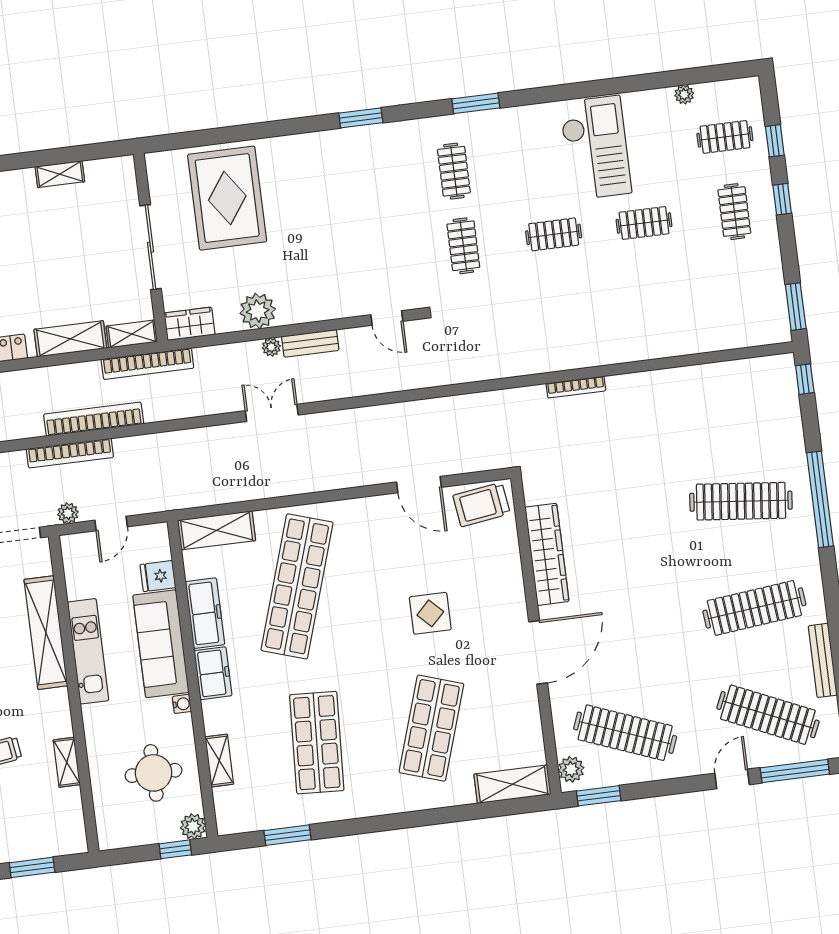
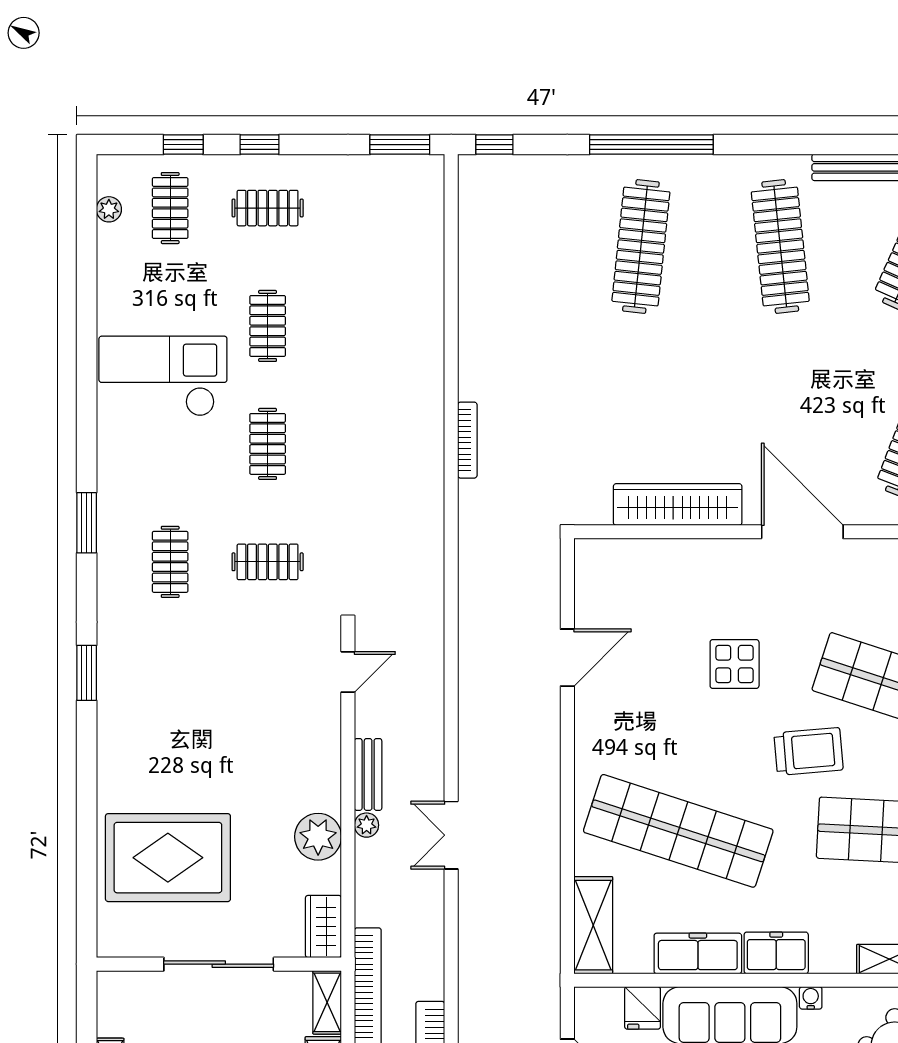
plant: (684, 94) -> (109, 209), moved
clothes rail: (454, 171) -> (170, 562), turned 90
trolley: (481, 505) -> (809, 751), moved, turned -87

